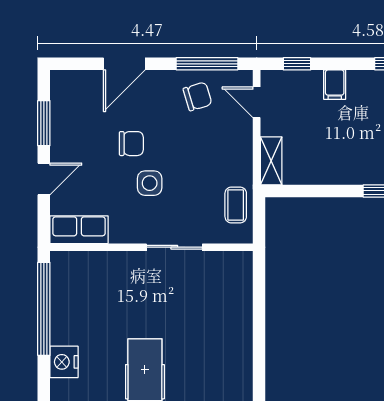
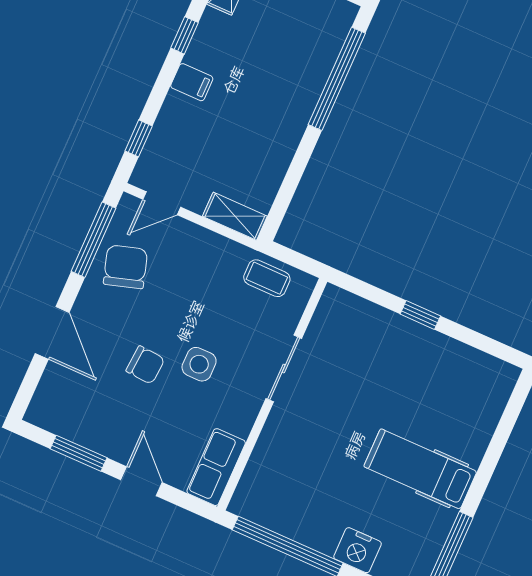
filing cabinet: (335, 85) -> (192, 82), moved
chair: (198, 96) -> (125, 267), width x1.37, depth x1.37
chair: (131, 144) -> (145, 365), turned 94
window: (259, 331) -> (420, 315), added

